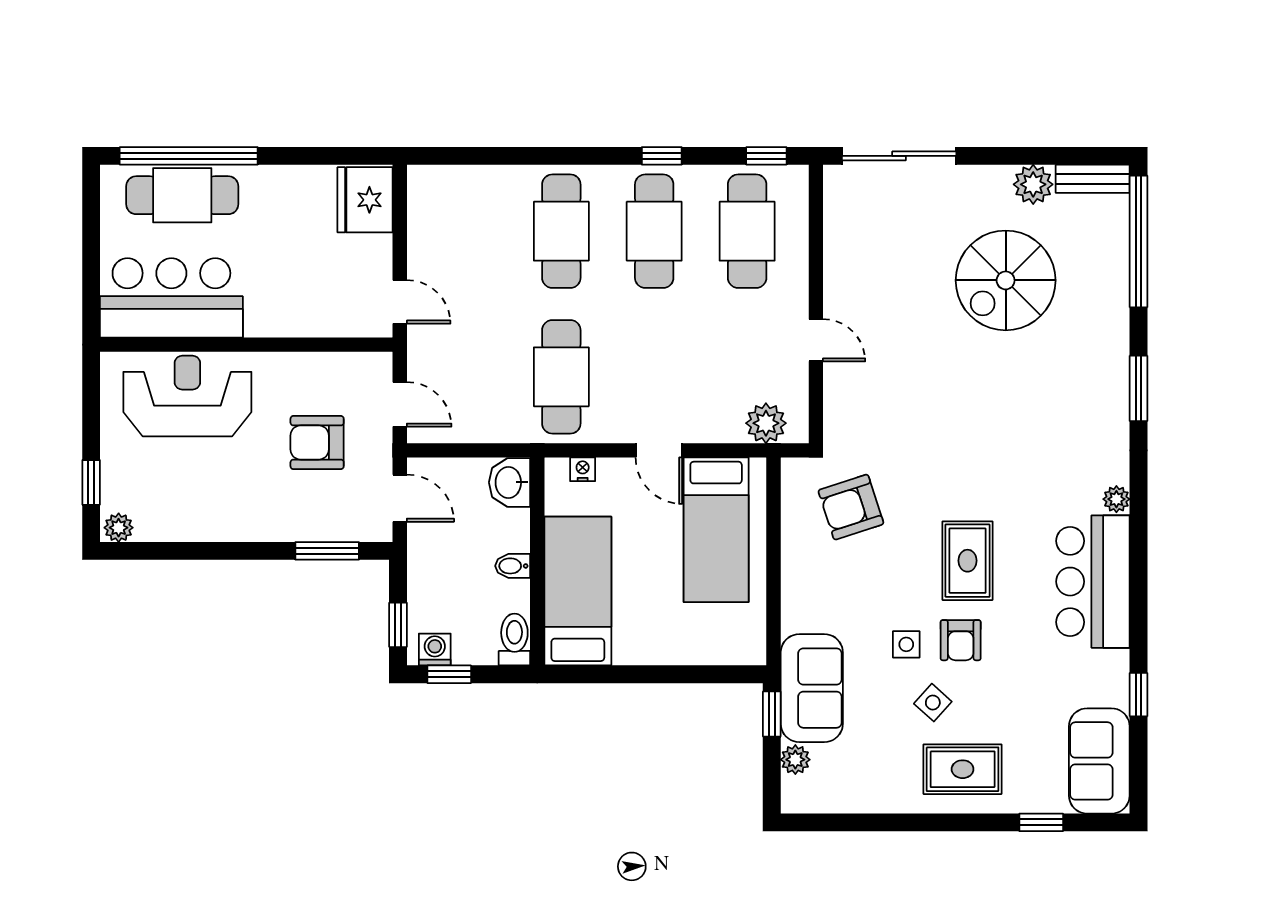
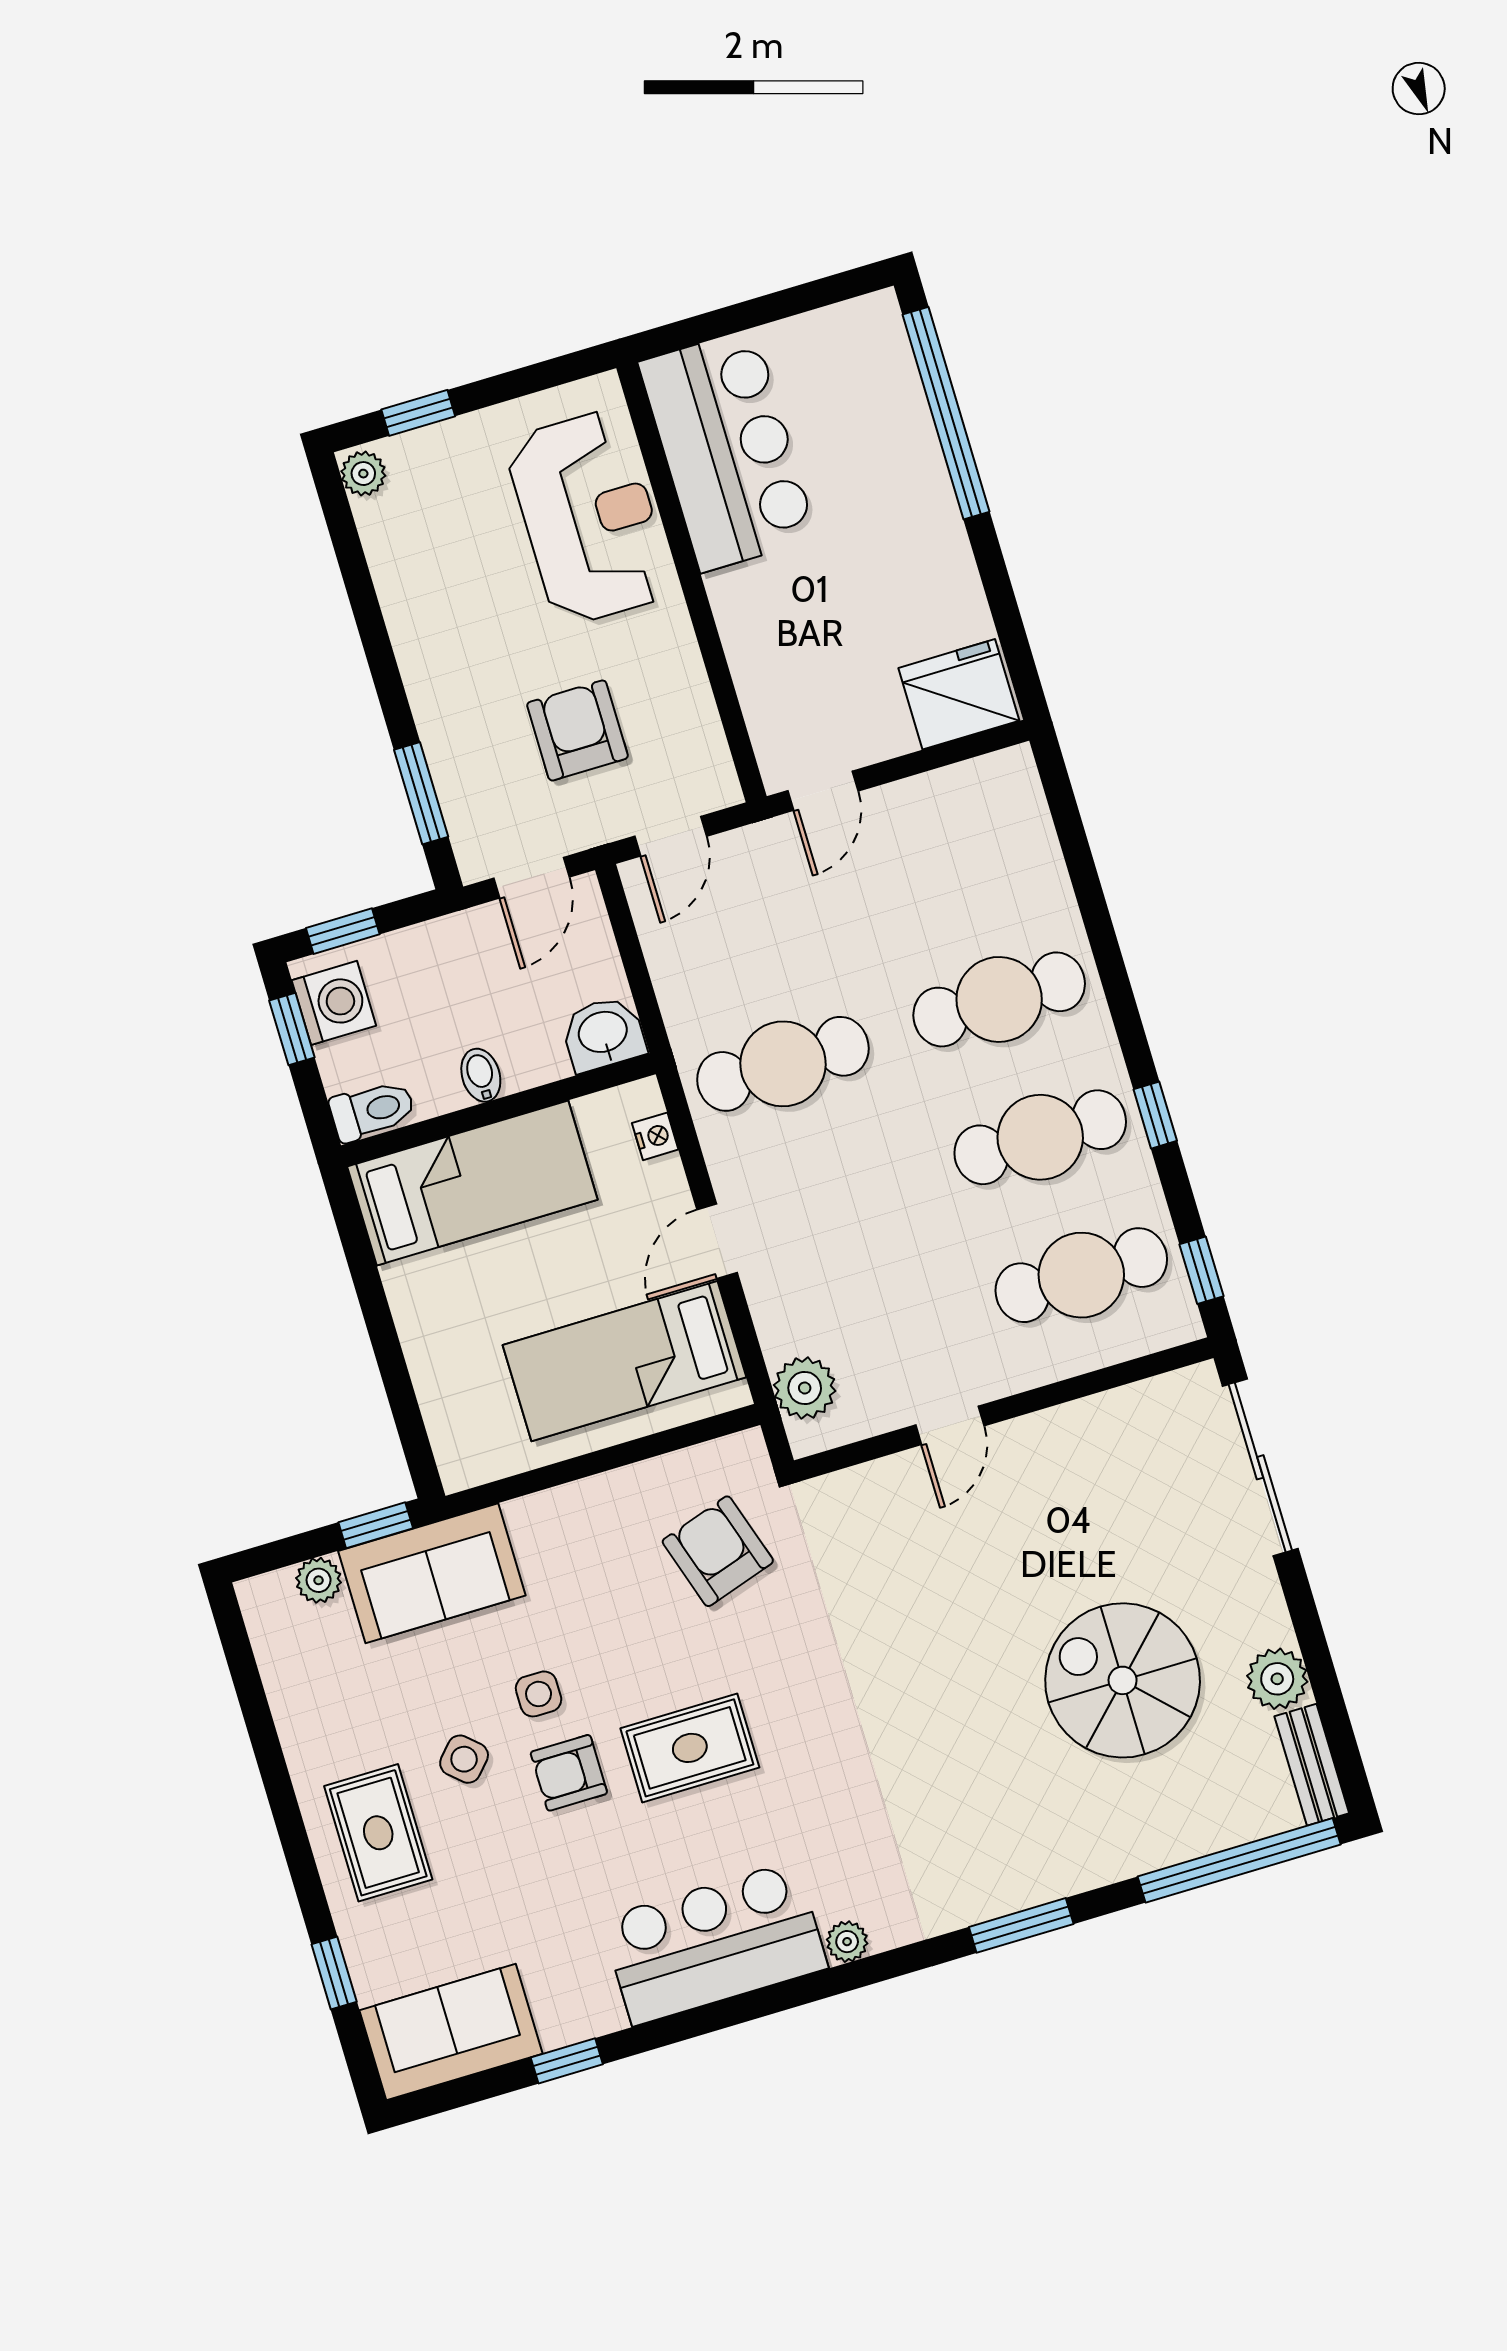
cafe table: (182, 195) -> (885, 421), removed
washing machine: (435, 650) -> (334, 1003), width x1.38, depth x1.38

